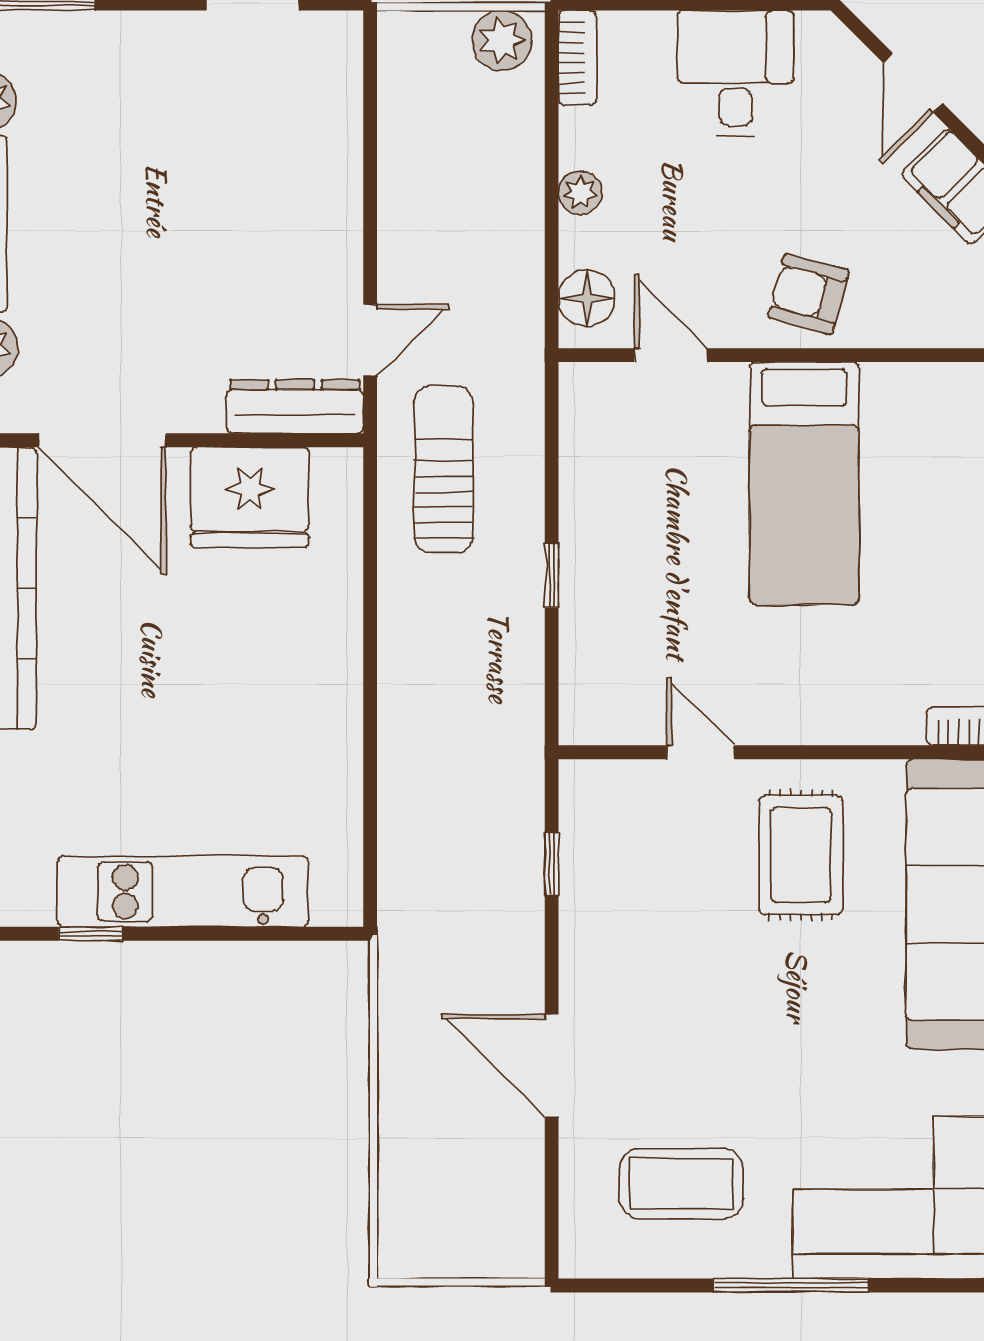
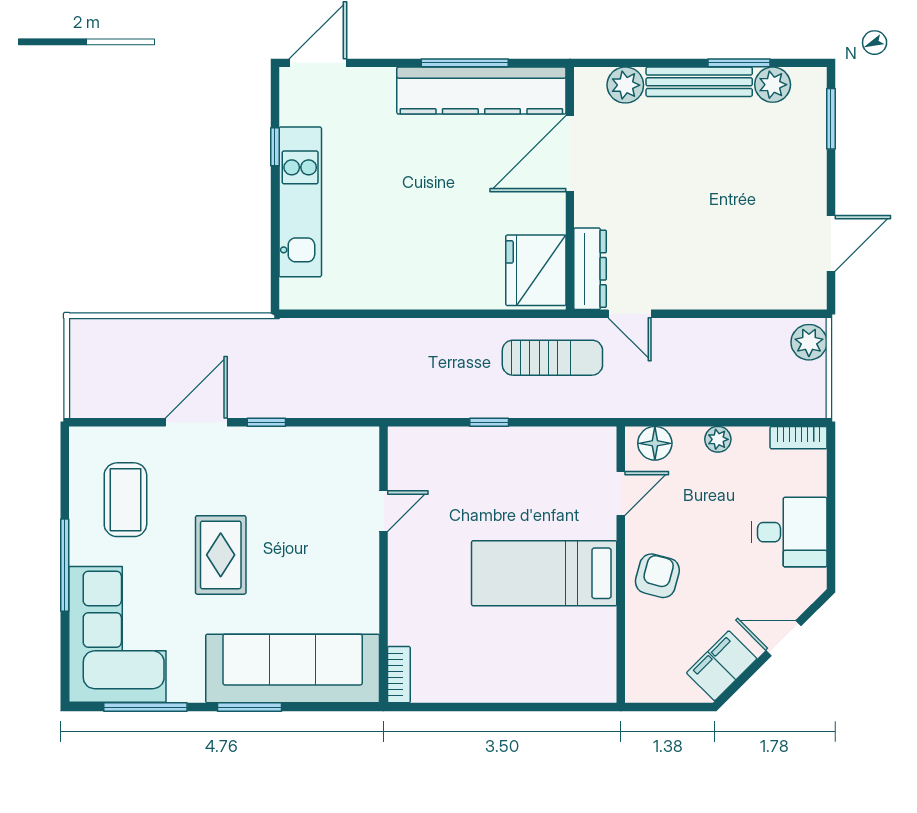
plant: (502, 40) -> (809, 342), moved
fridge: (250, 497) -> (536, 270), moved
rug: (801, 855) -> (221, 555), moved, turned 90
window: (552, 864) -> (266, 422), moved

